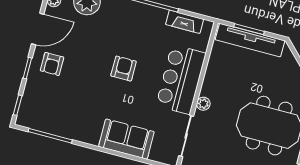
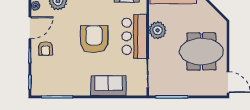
armchair: (124, 69) -> (94, 39), width x1.88, depth x1.88
plant: (203, 104) -> (158, 30), moved, width x1.88, depth x1.88

